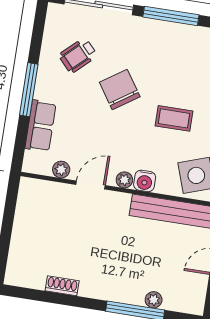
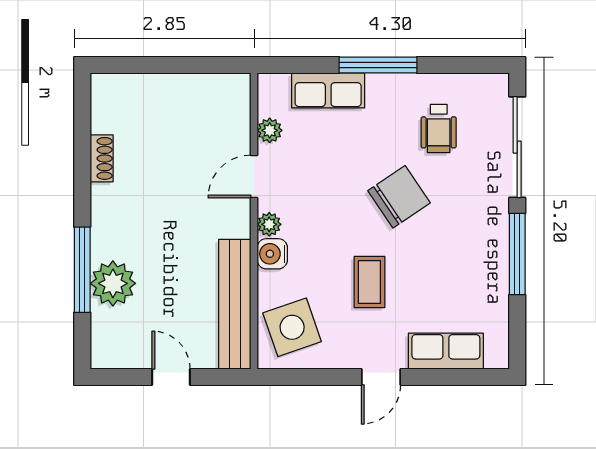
wheelchair: (78, 55) -> (439, 129), turned -137
door: (91, 185) -> (254, 176), swing flipped
plant: (154, 300) -> (113, 283), width x1.87, depth x1.87

